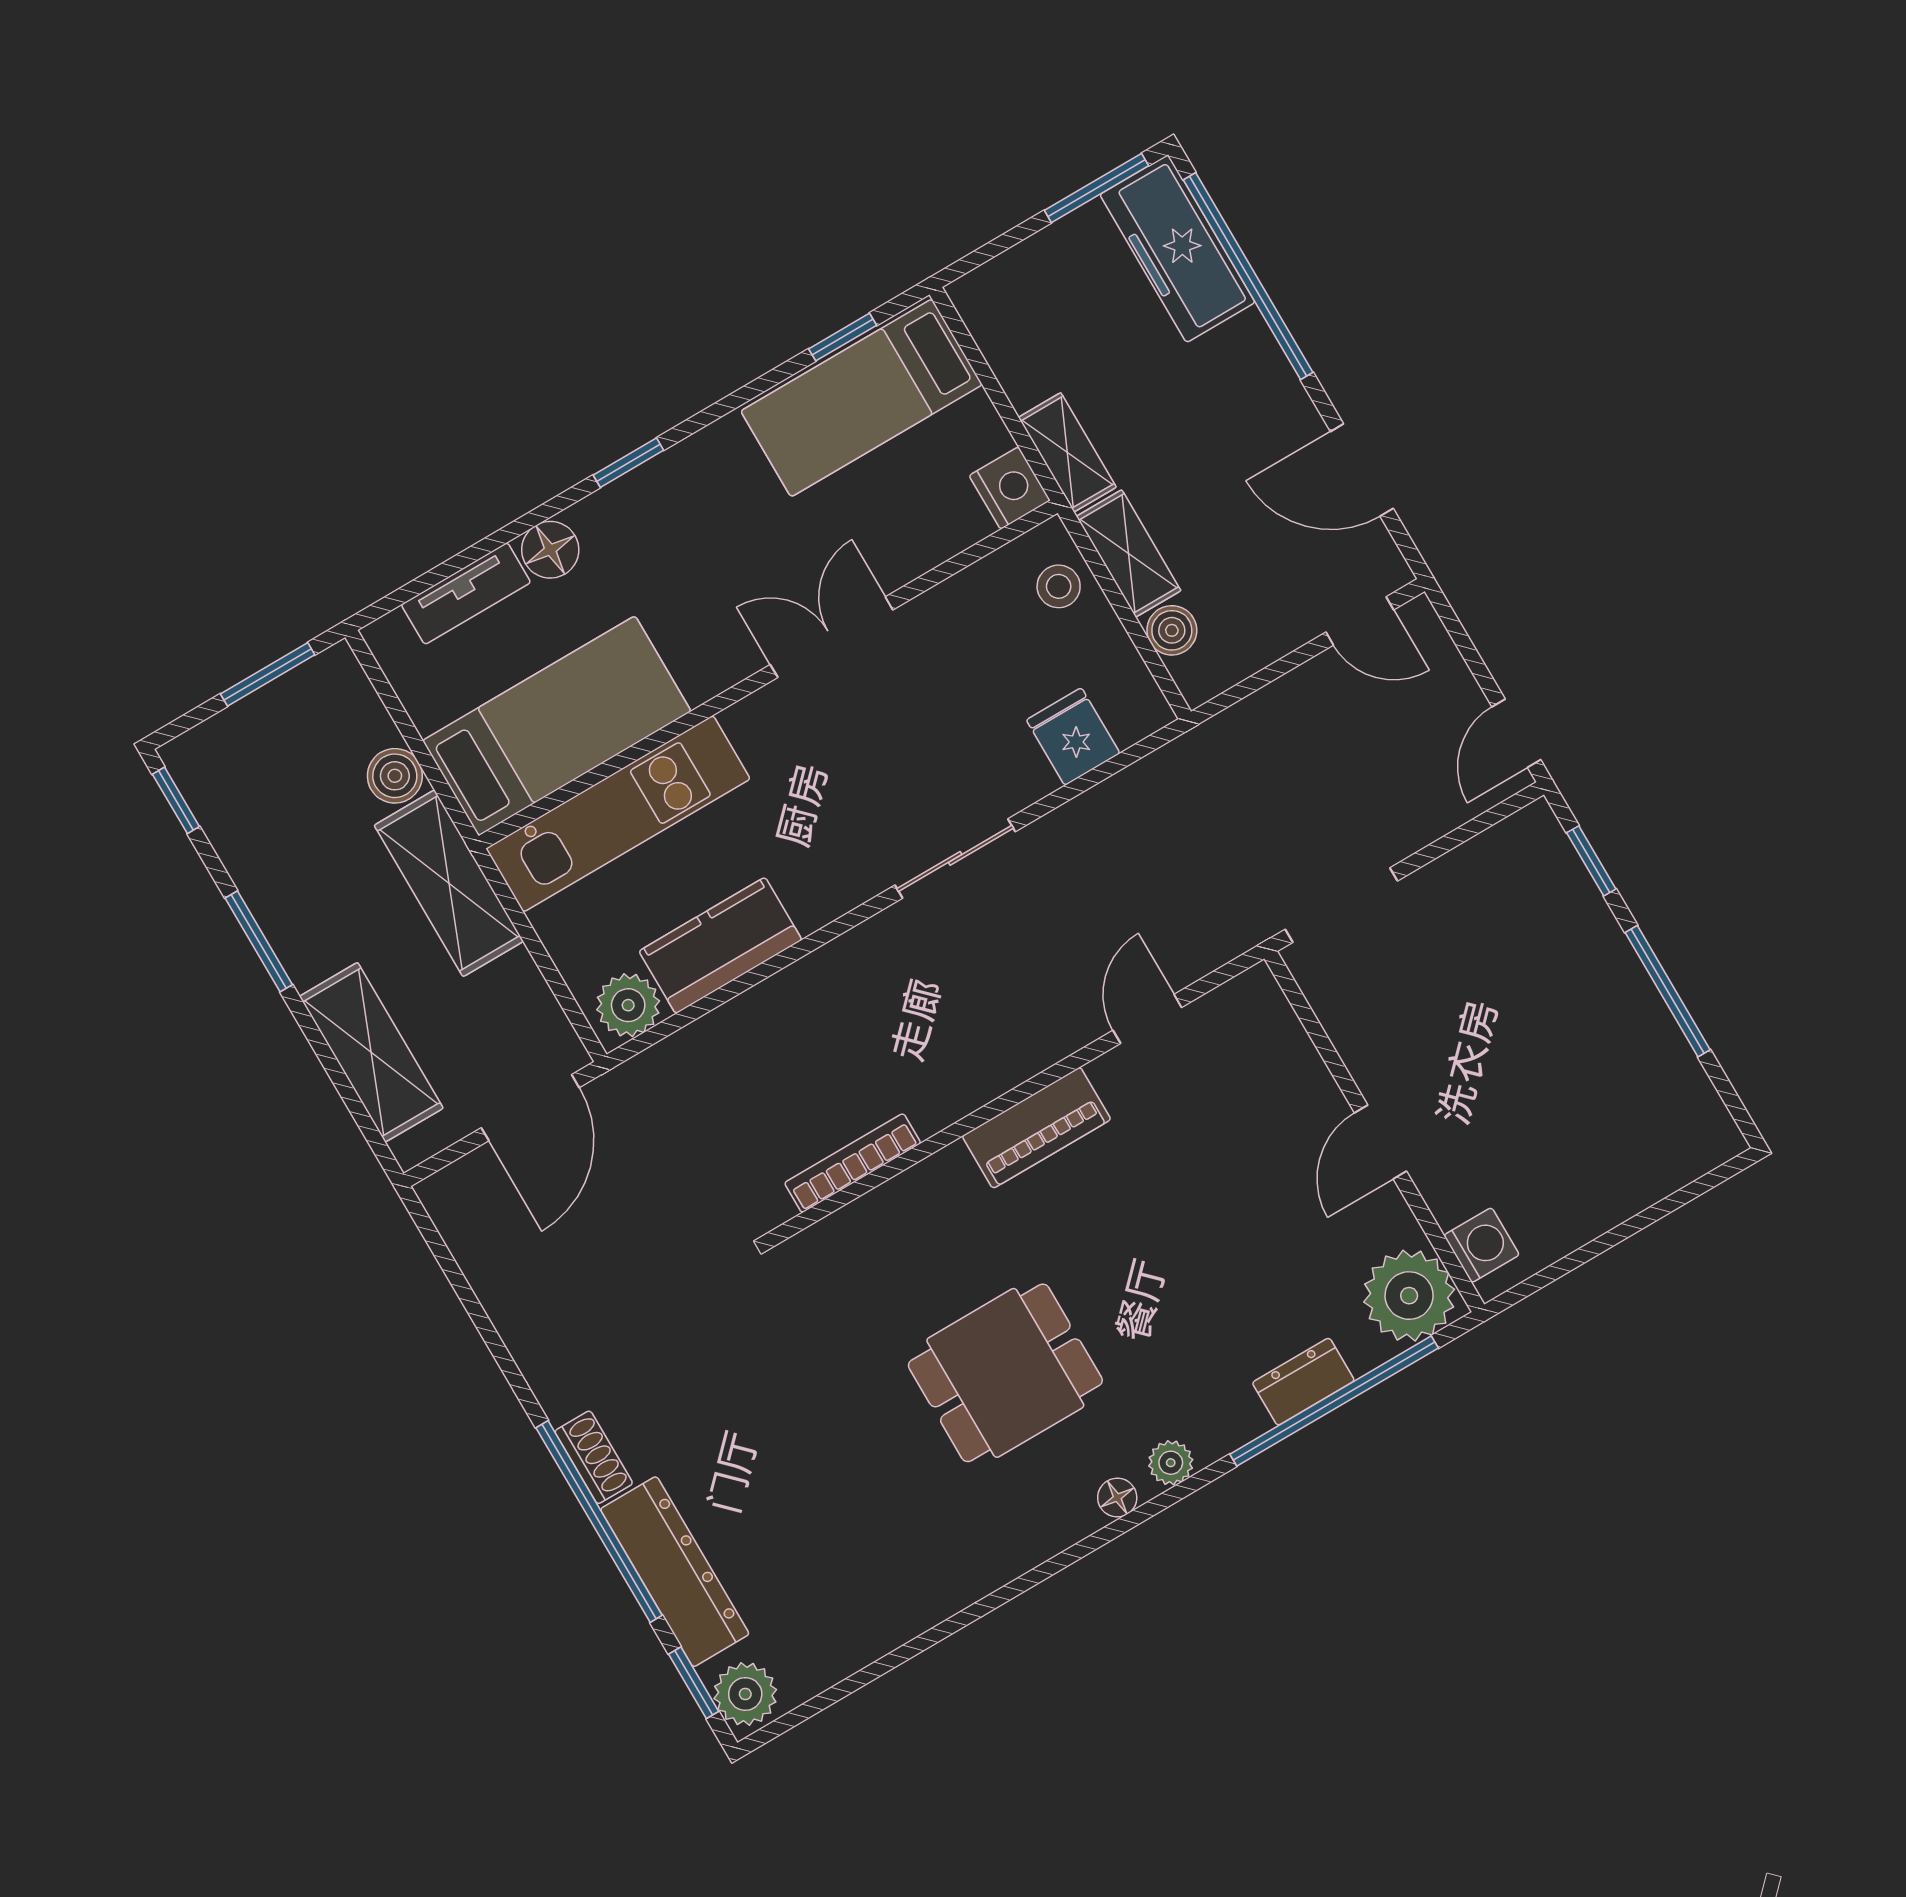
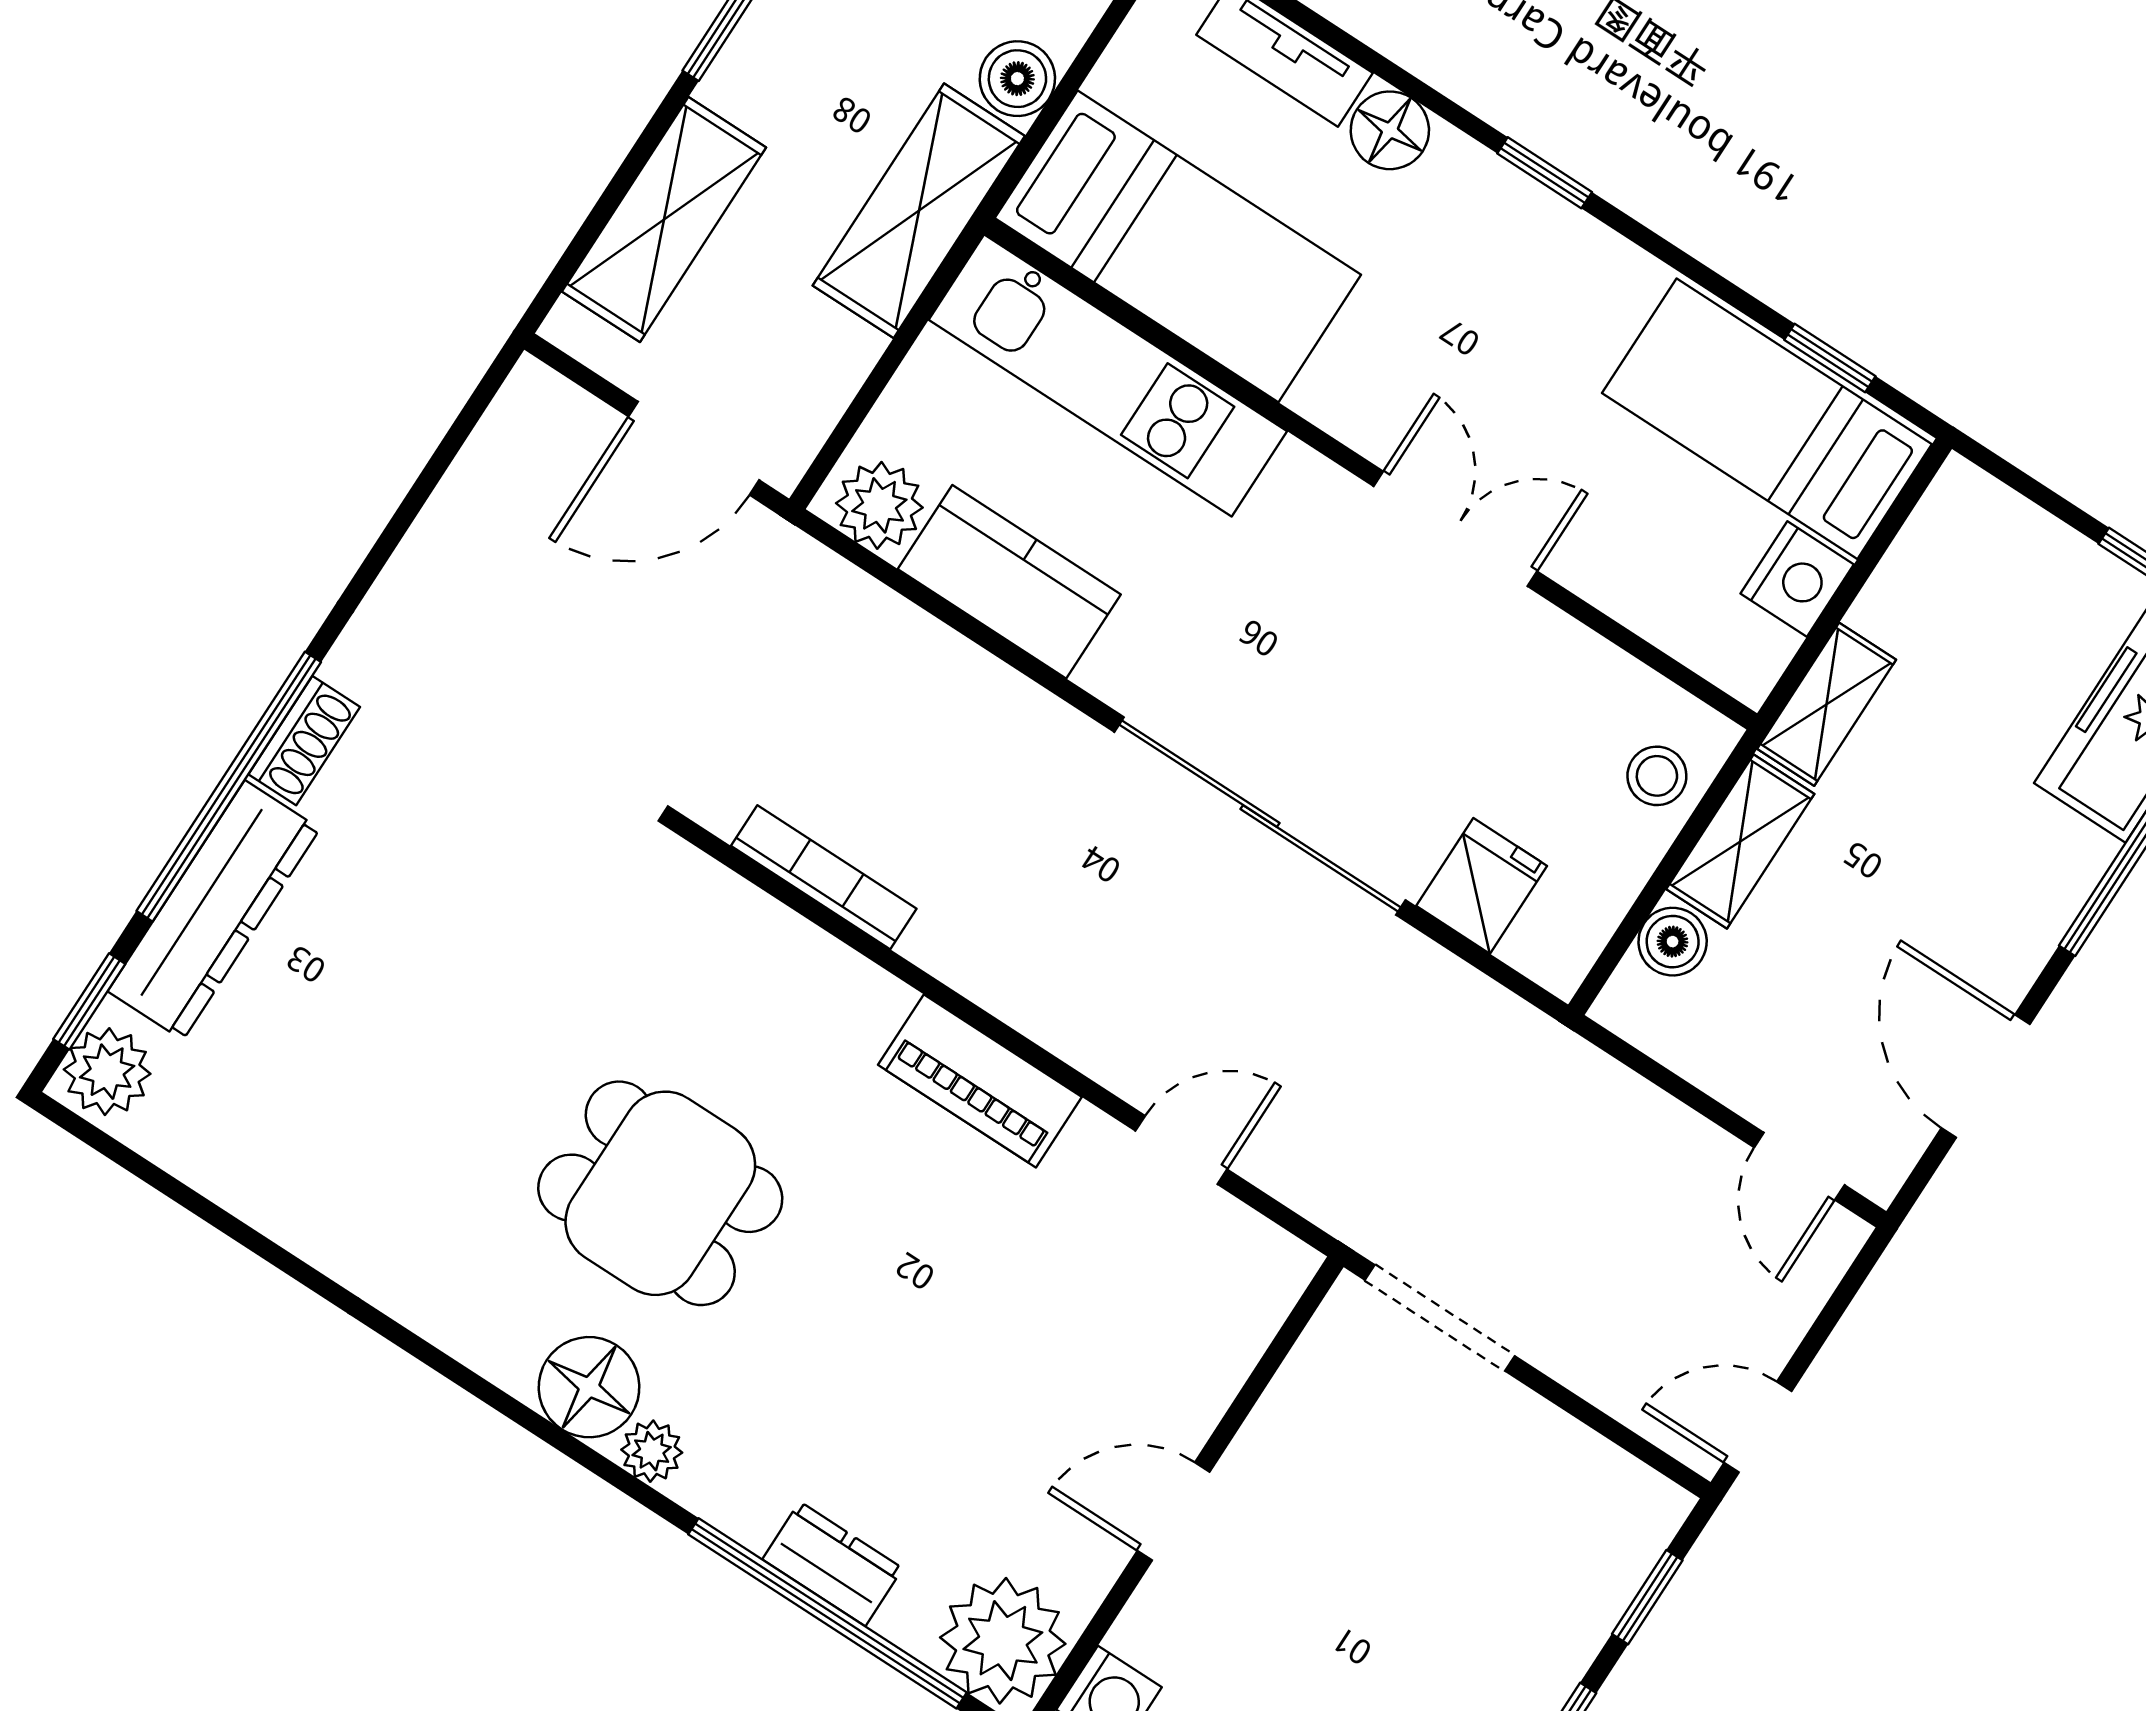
nightstand: (1010, 488) -> (1797, 579), moved
sliding door: (955, 858) -> (1260, 816), width x1.86
floor lamp: (1117, 1498) -> (589, 1387), width x1.89, depth x1.89

